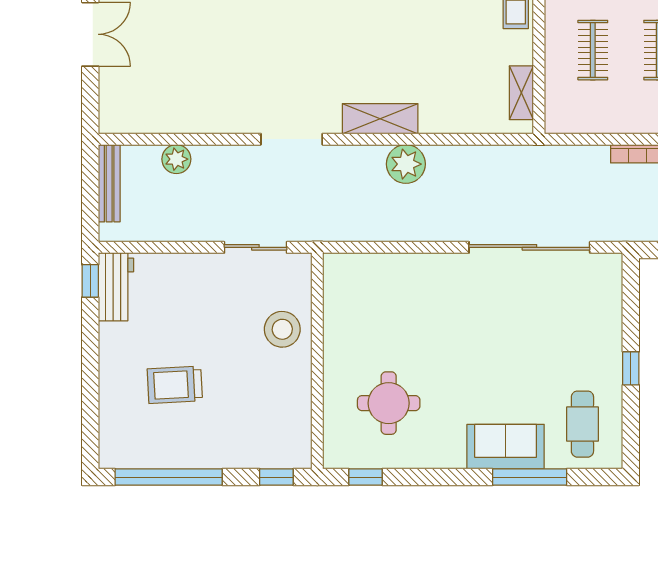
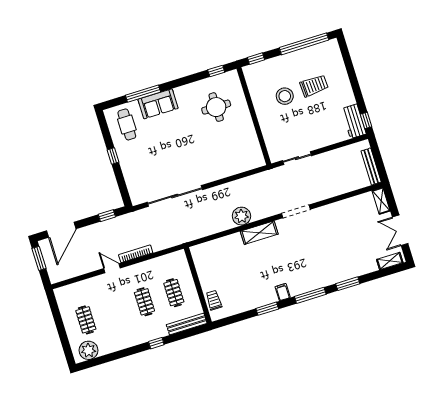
shelving: (521, 93) -> (381, 201), moved
plant: (176, 159) -> (344, 187), removed
stool: (282, 329) -> (285, 96), moved

